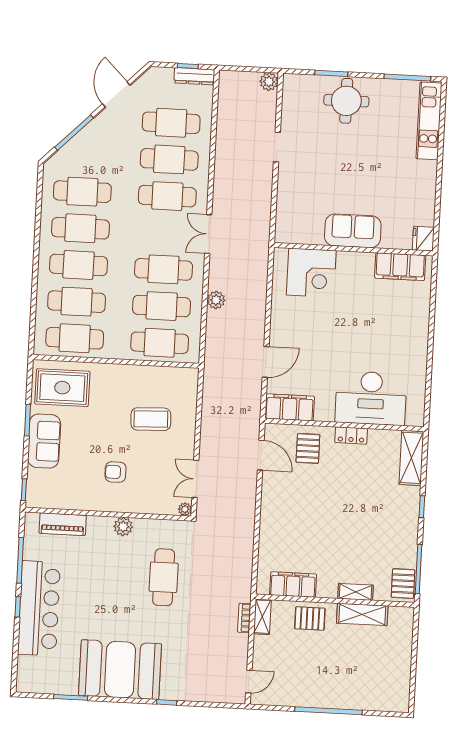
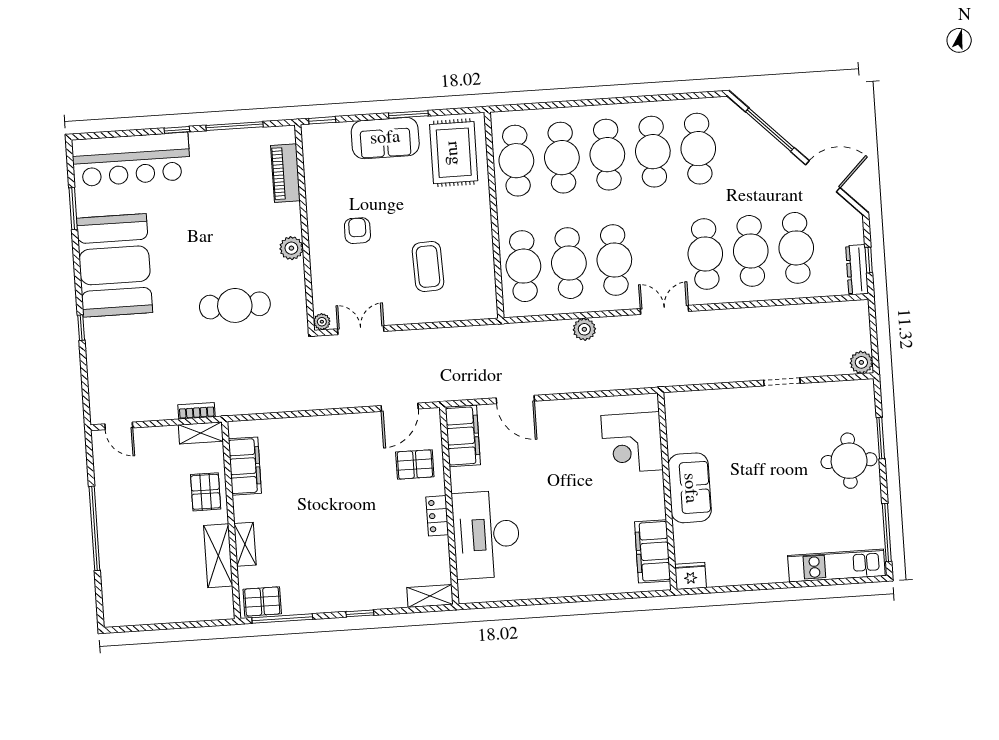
shelving: (411, 458) -> (430, 596), width x0.67, depth x0.75
bar counter: (39, 608) -> (131, 159), moved

